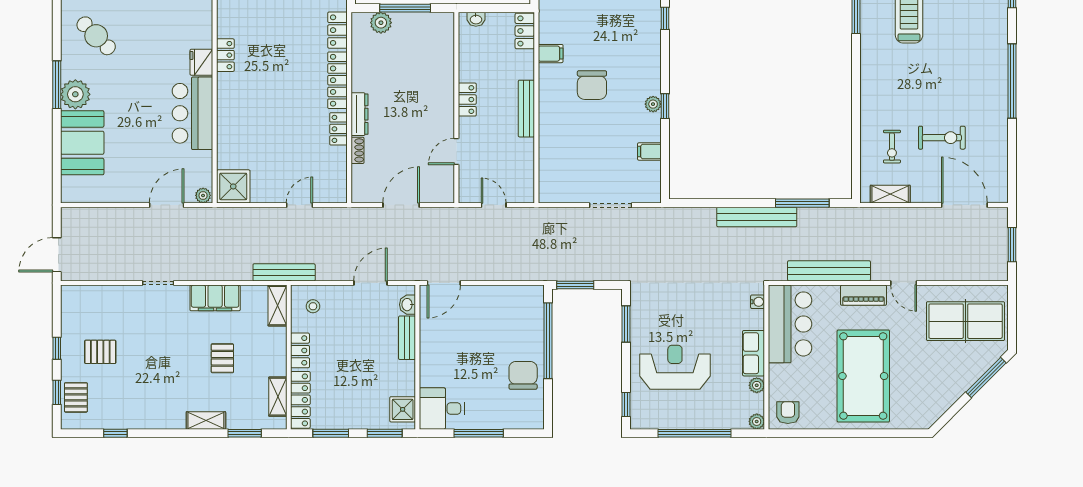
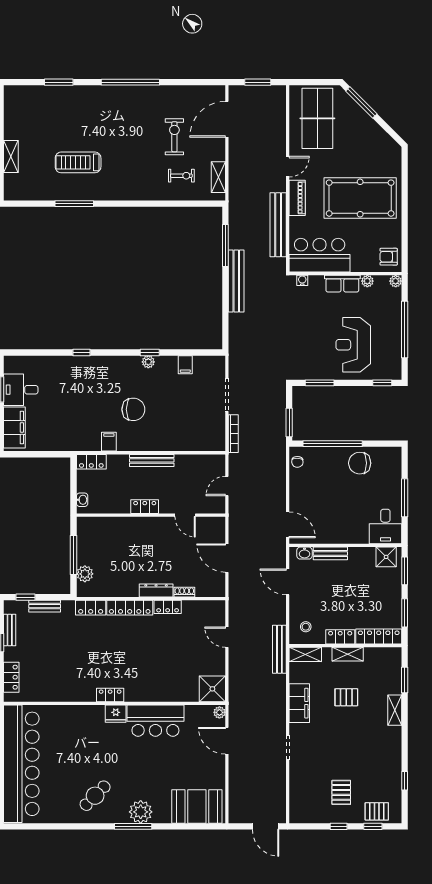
booth: (82, 143) -> (197, 807), moved
bookcase: (561, 213) -> (233, 434), added
chair: (525, 296) -> (297, 462), added
shelving: (278, 397) -> (348, 654), moved

